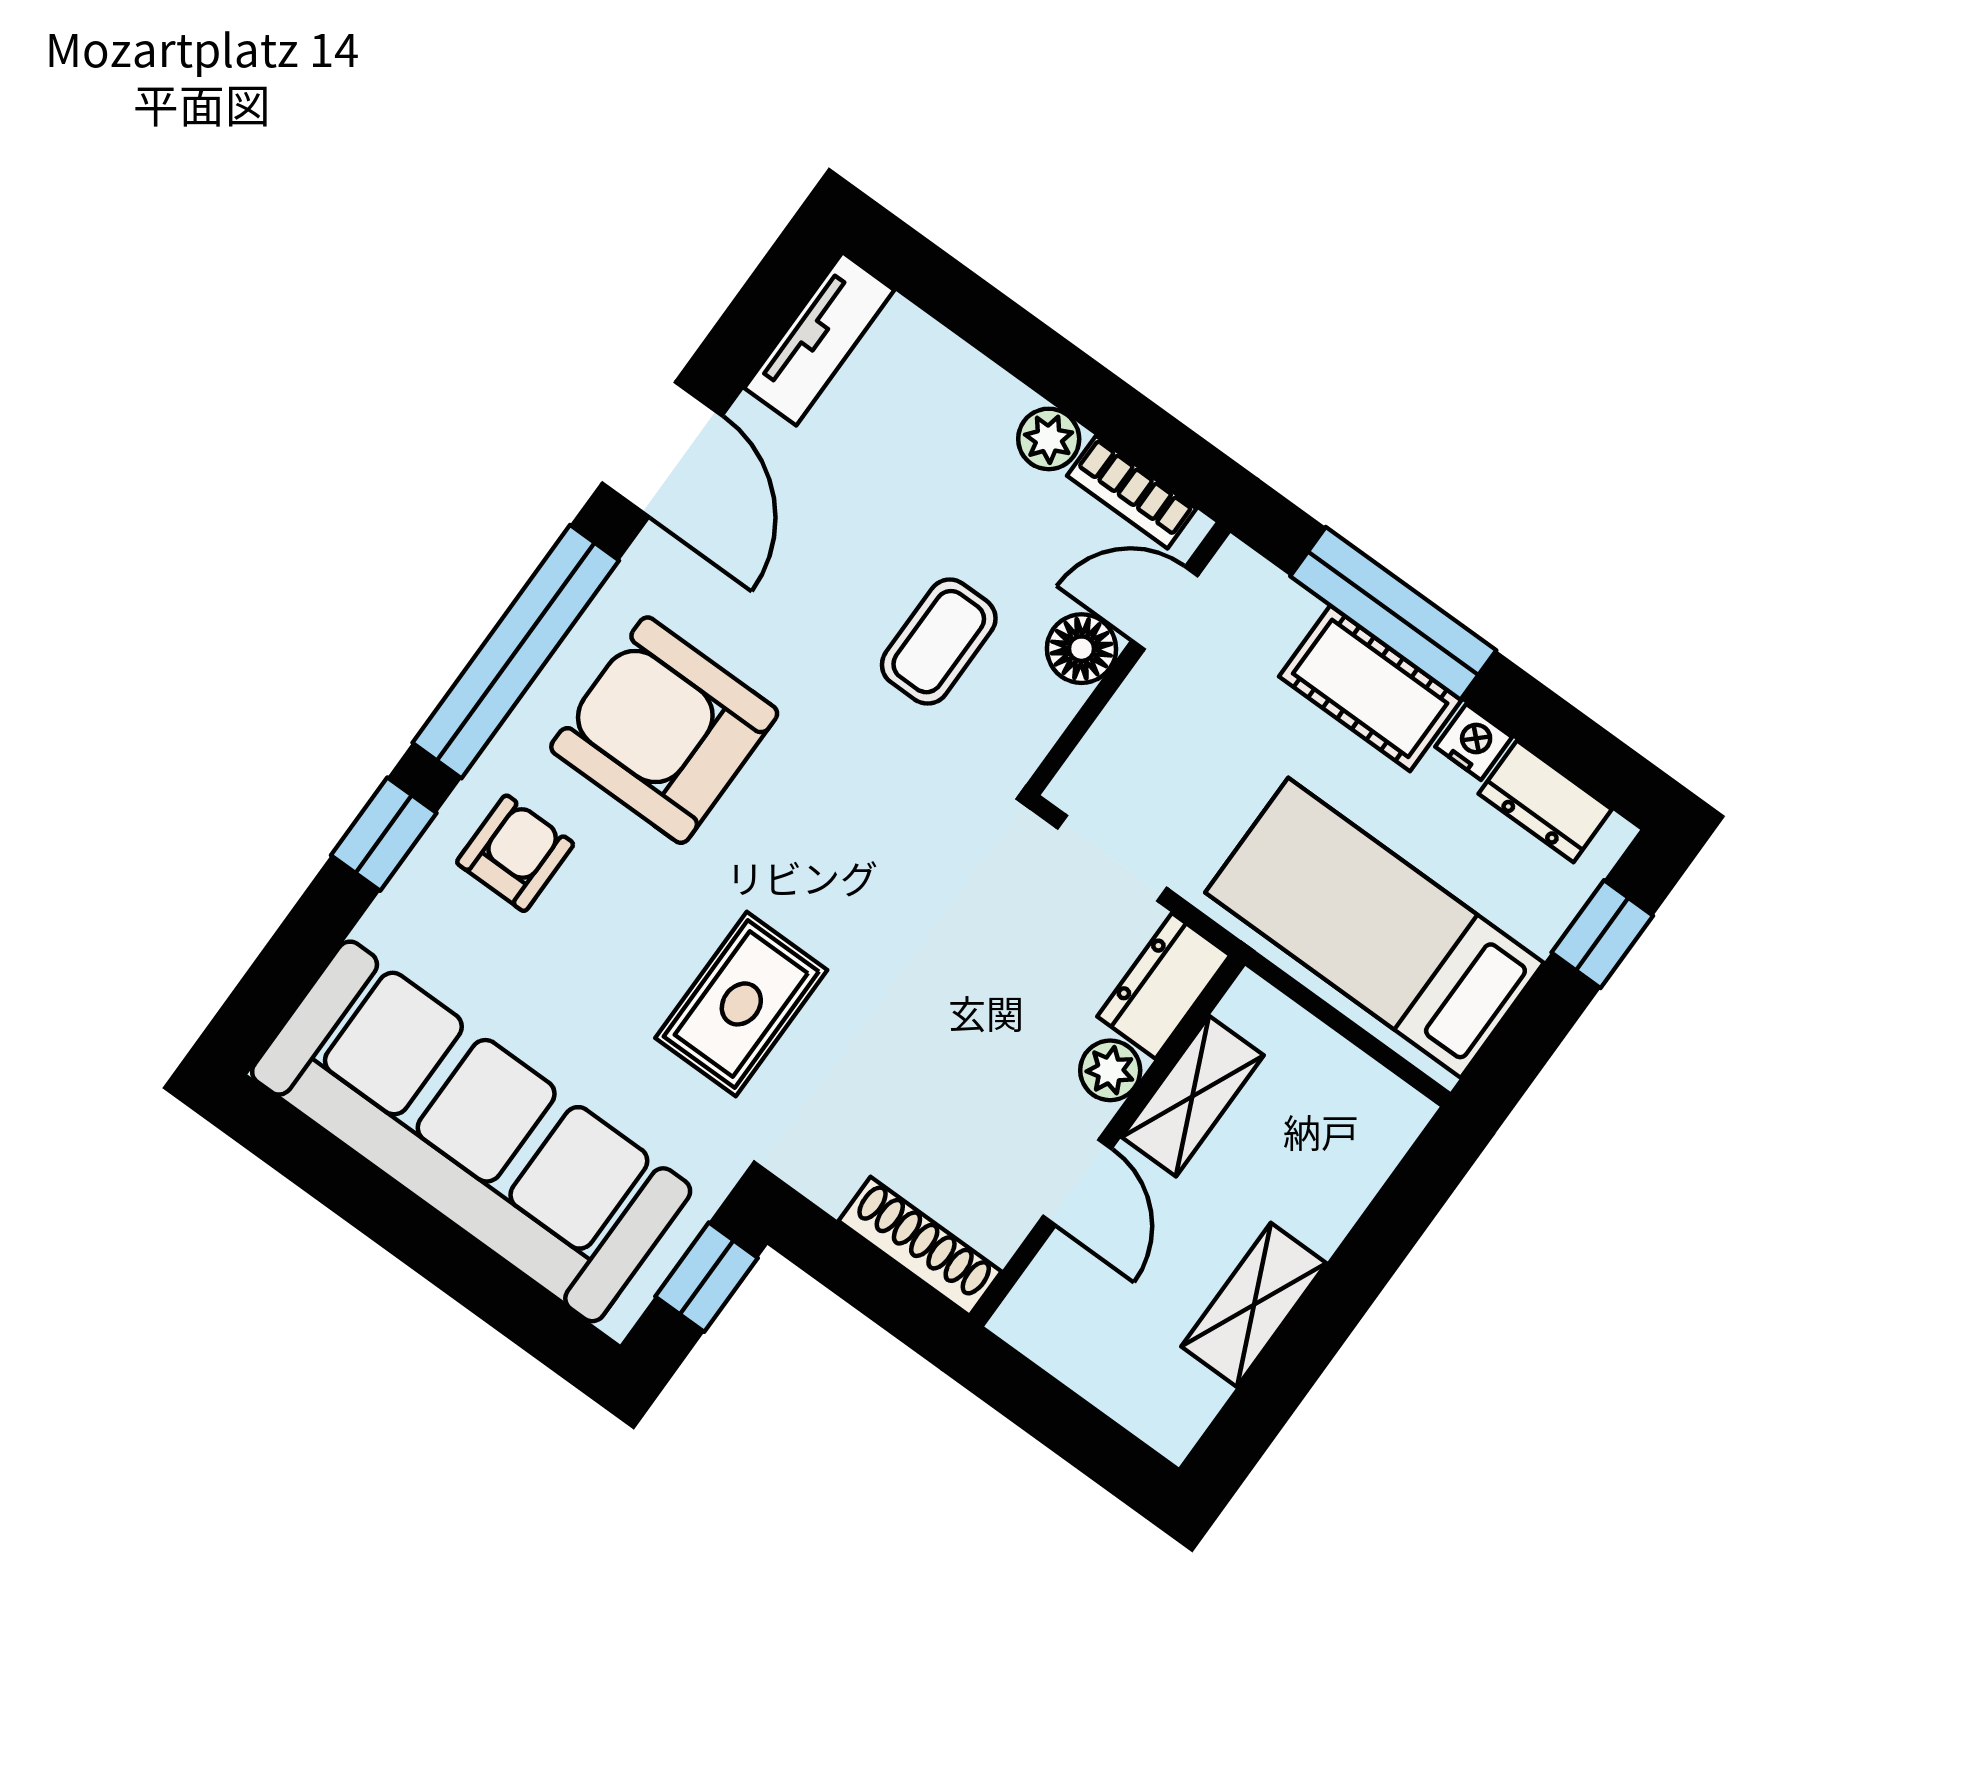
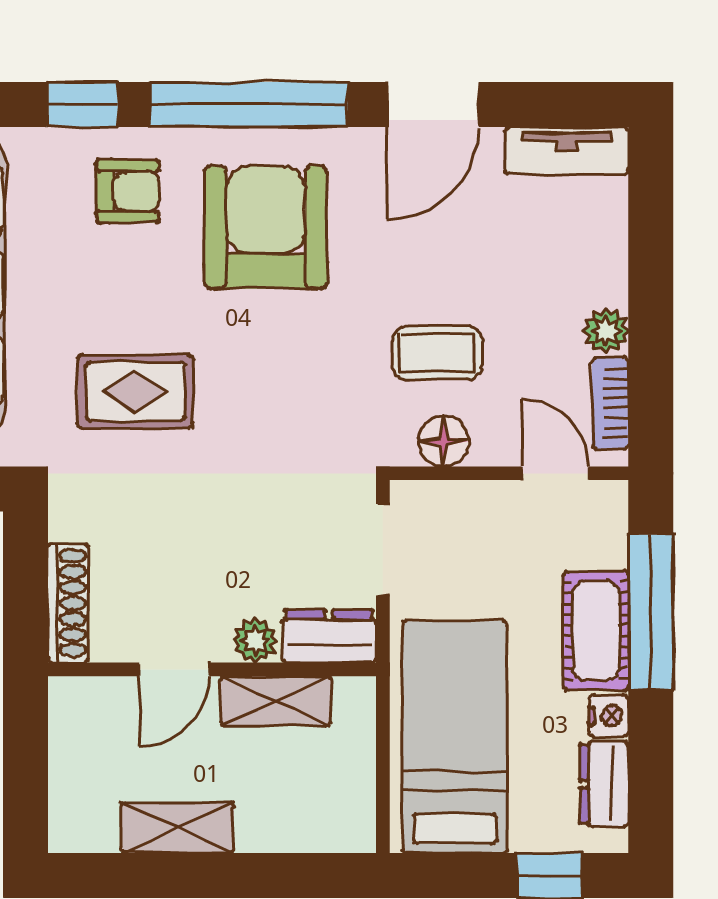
floor lamp: (1081, 649) -> (444, 441), moved

